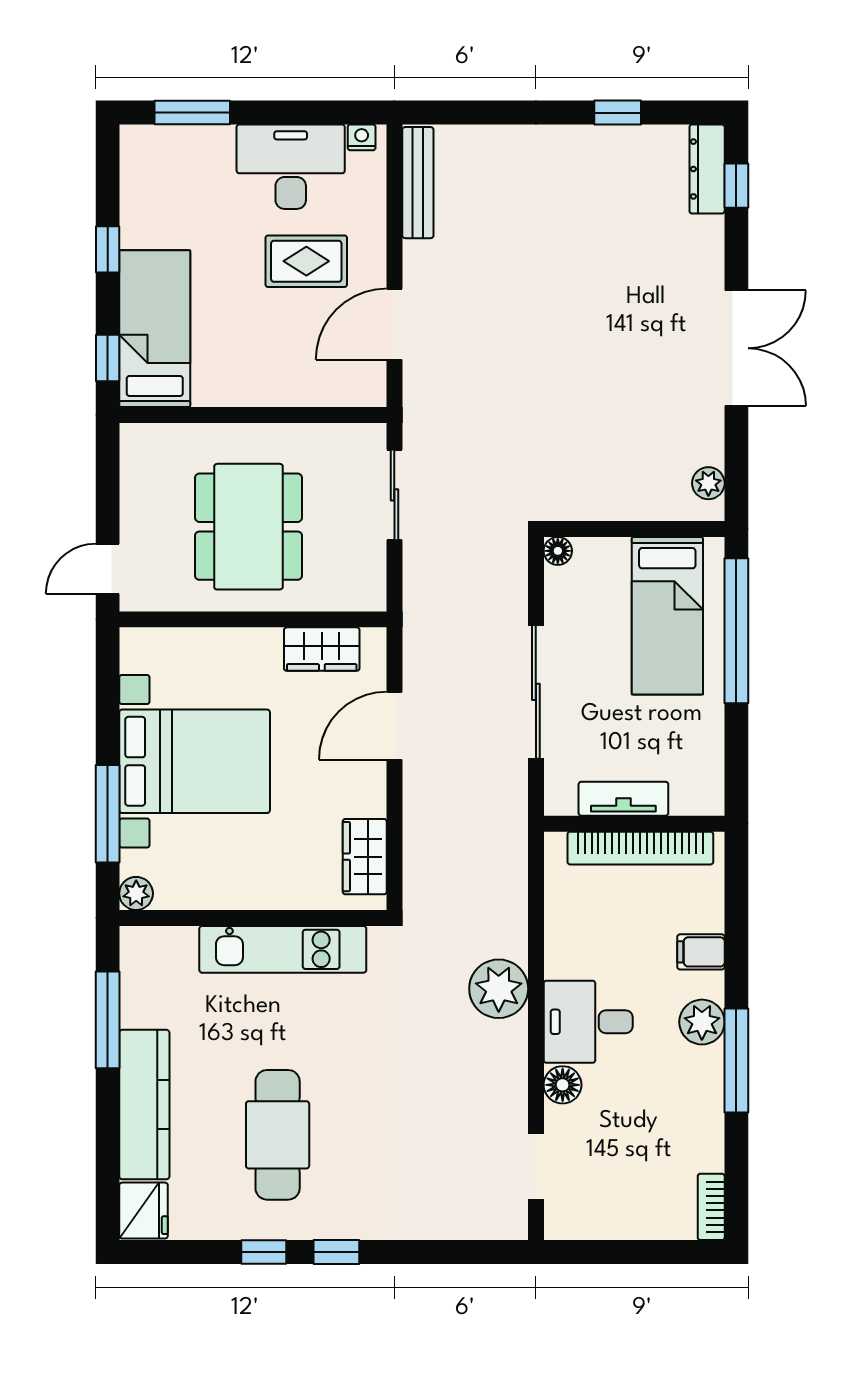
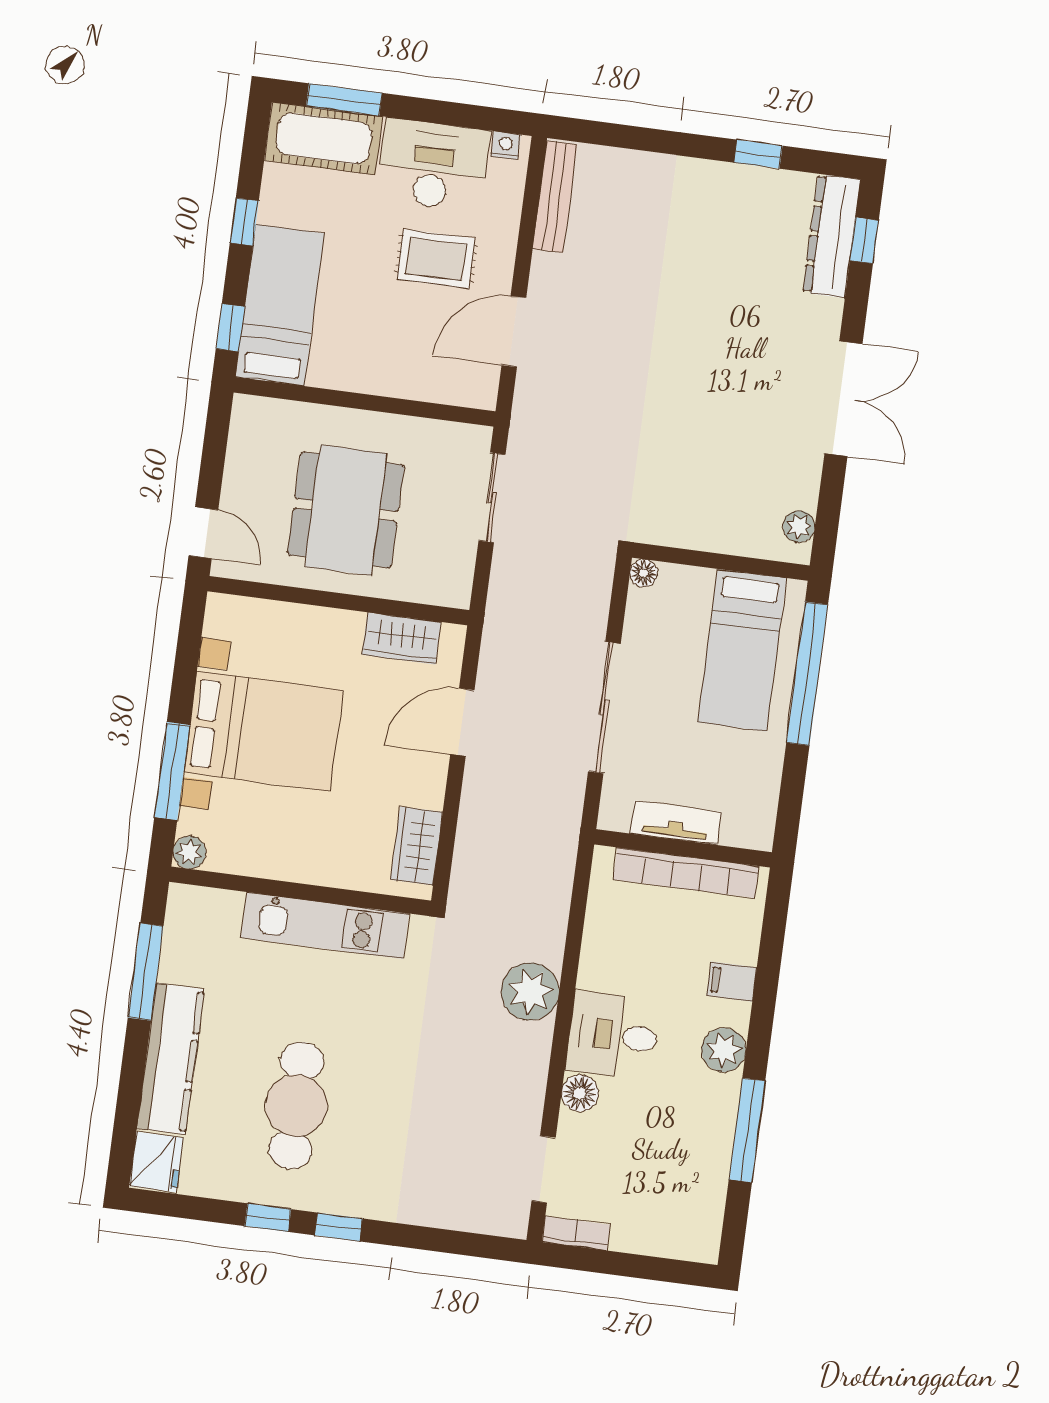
cot: (177, 154) -> (324, 138), added
dresser: (707, 169) -> (832, 236), width x1.37, depth x1.24
door: (108, 569) -> (203, 533), swing flipped
window: (736, 1060) -> (747, 1130), moved
bookcase: (711, 1207) -> (576, 1233), moved, turned 90

